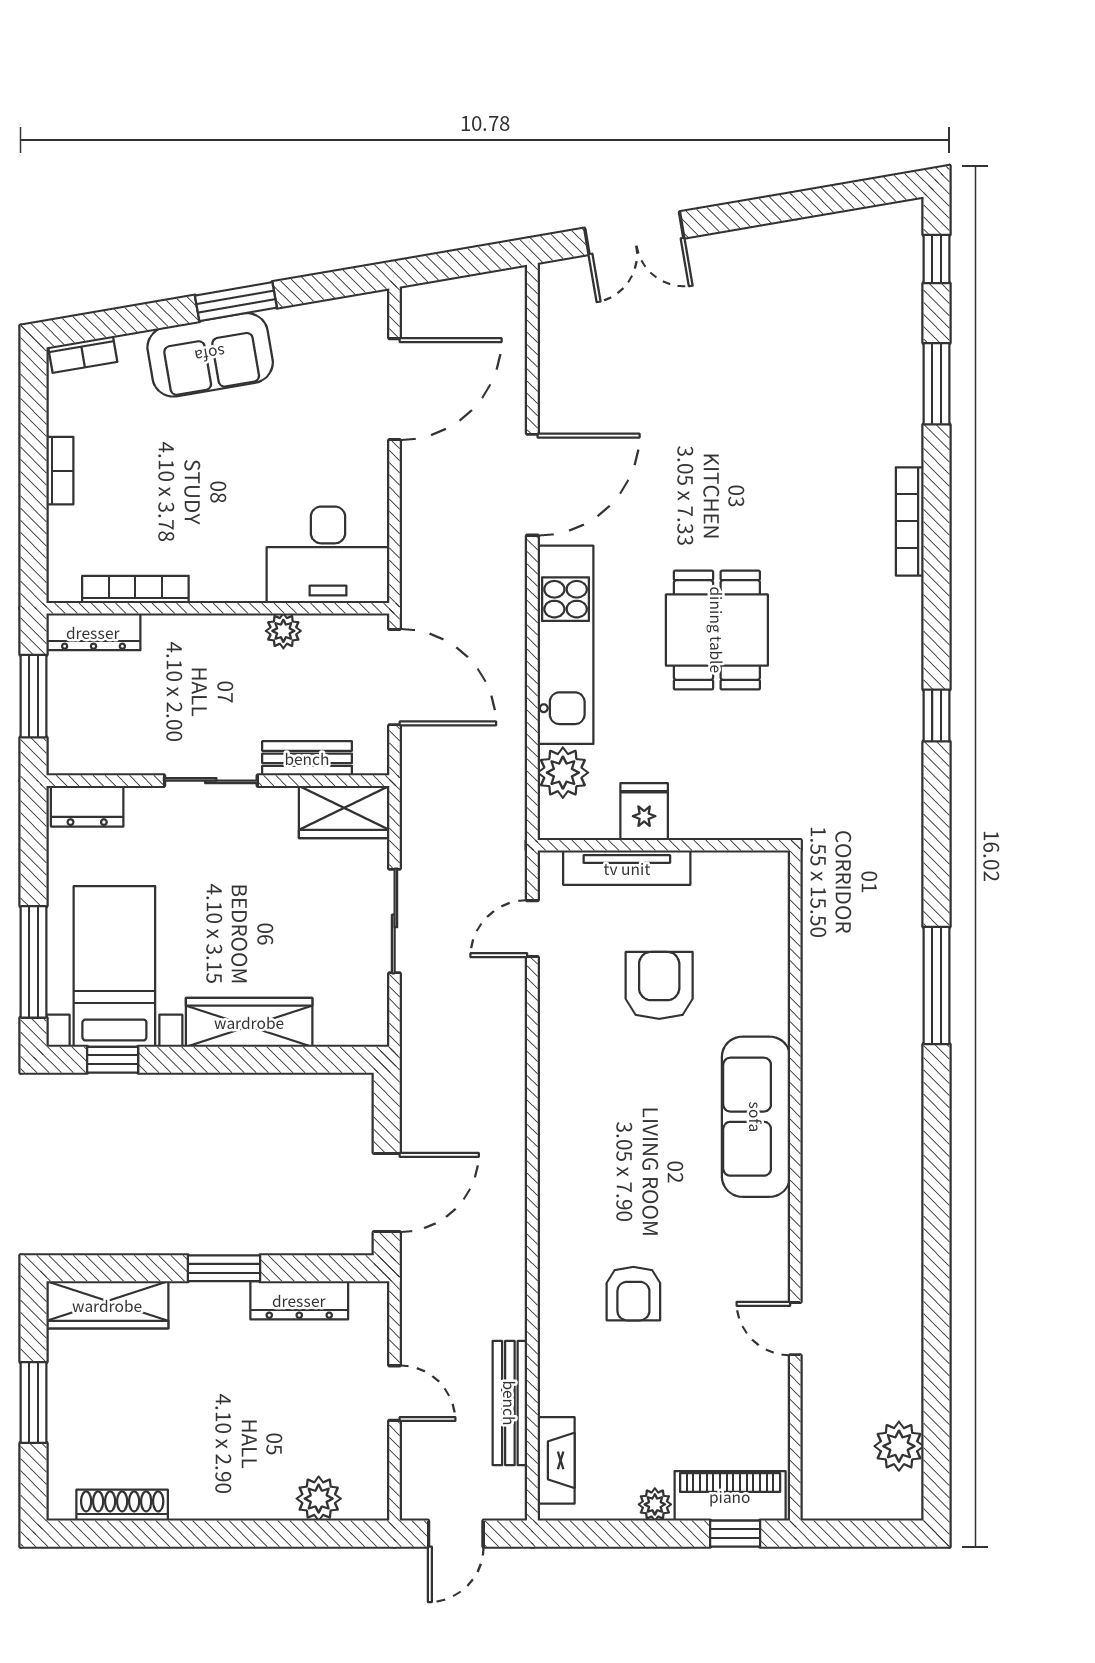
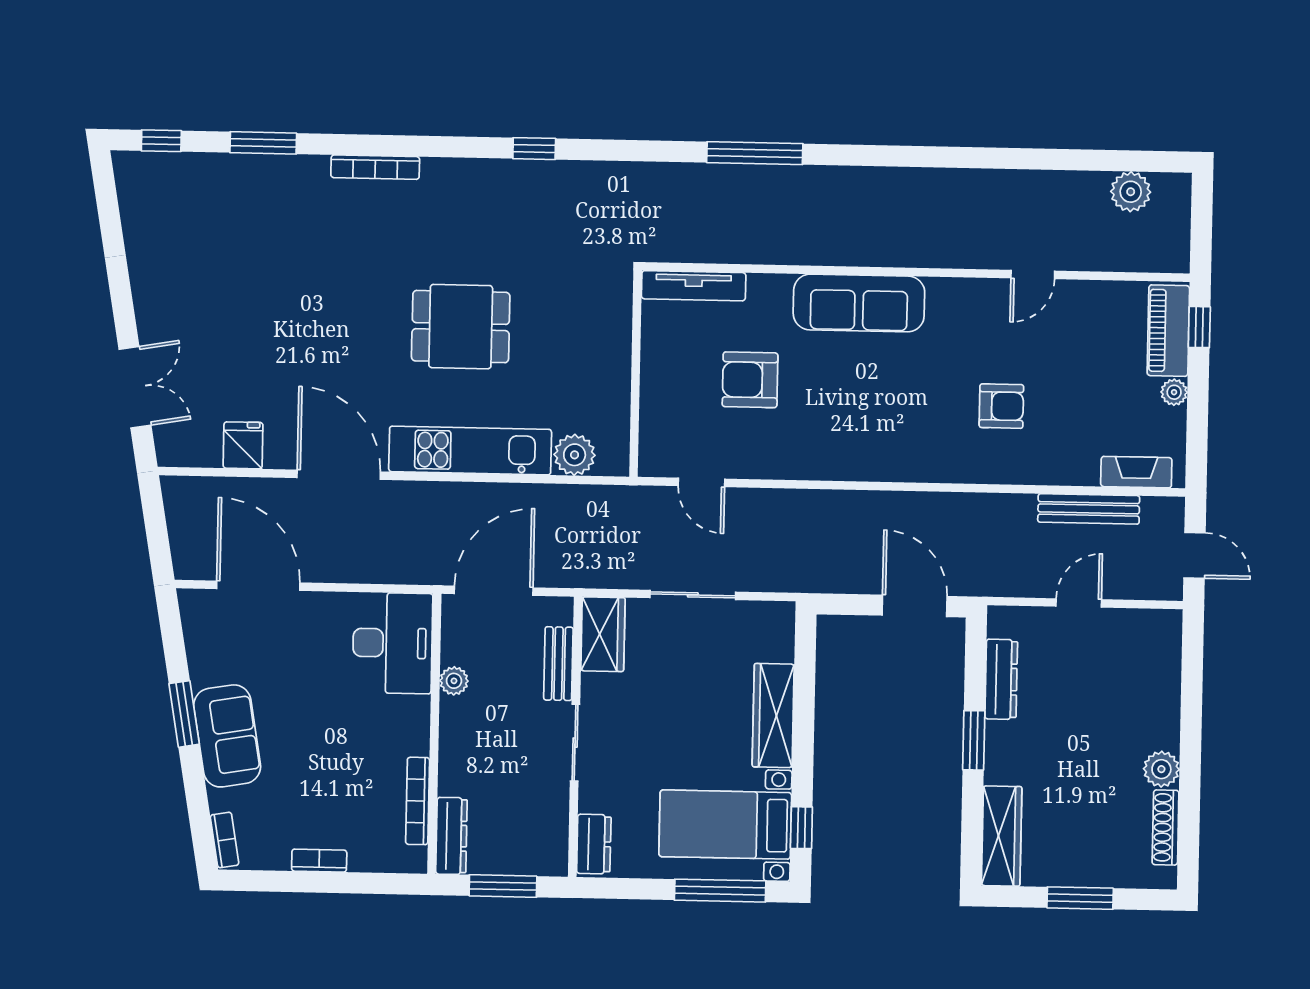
fridge: (644, 812) -> (243, 445), moved, turned 90
tv unit: (627, 868) -> (694, 286), moved, turned 90
plant: (319, 1499) -> (1161, 769), moved

